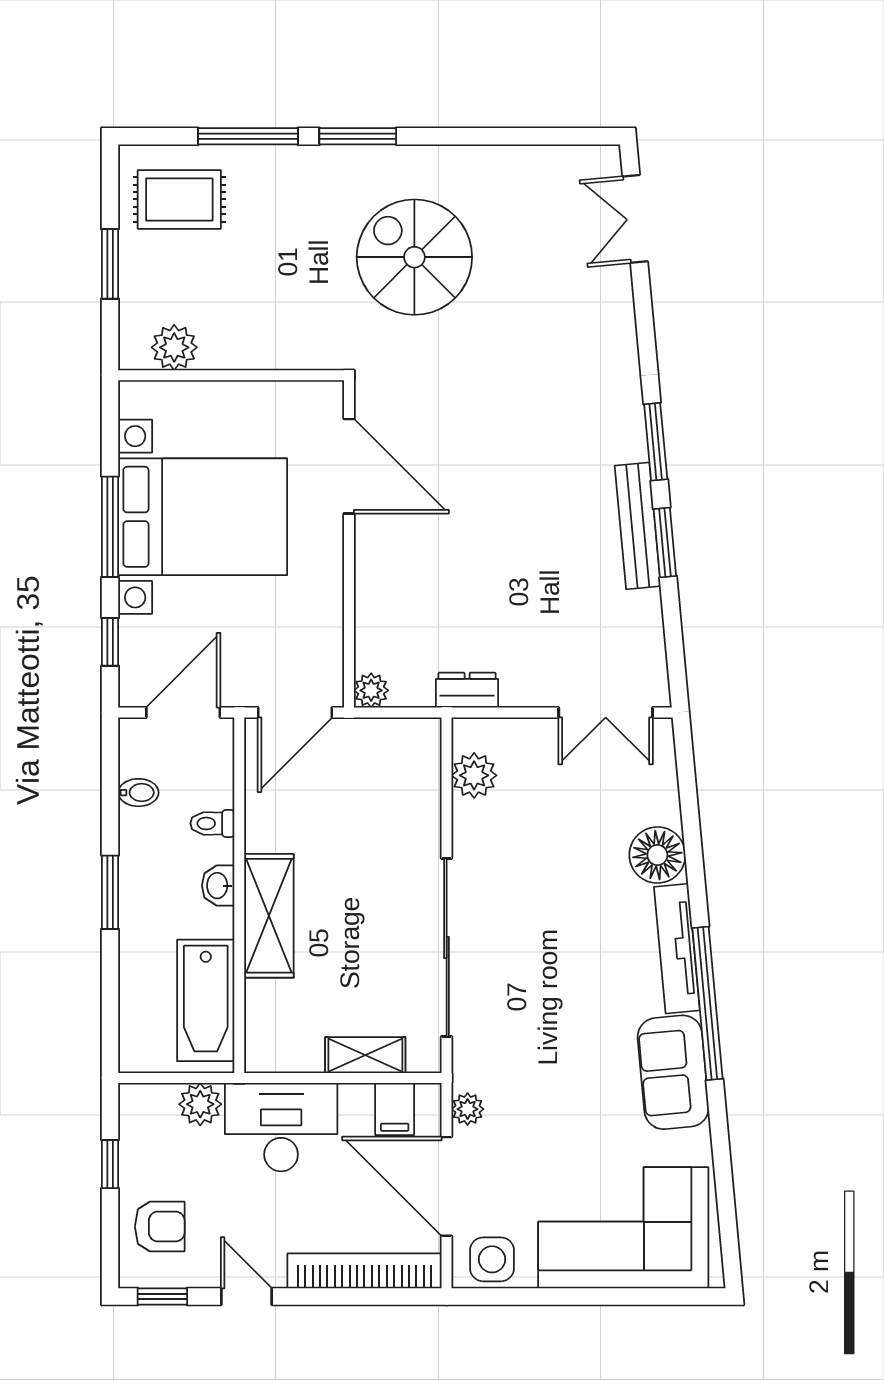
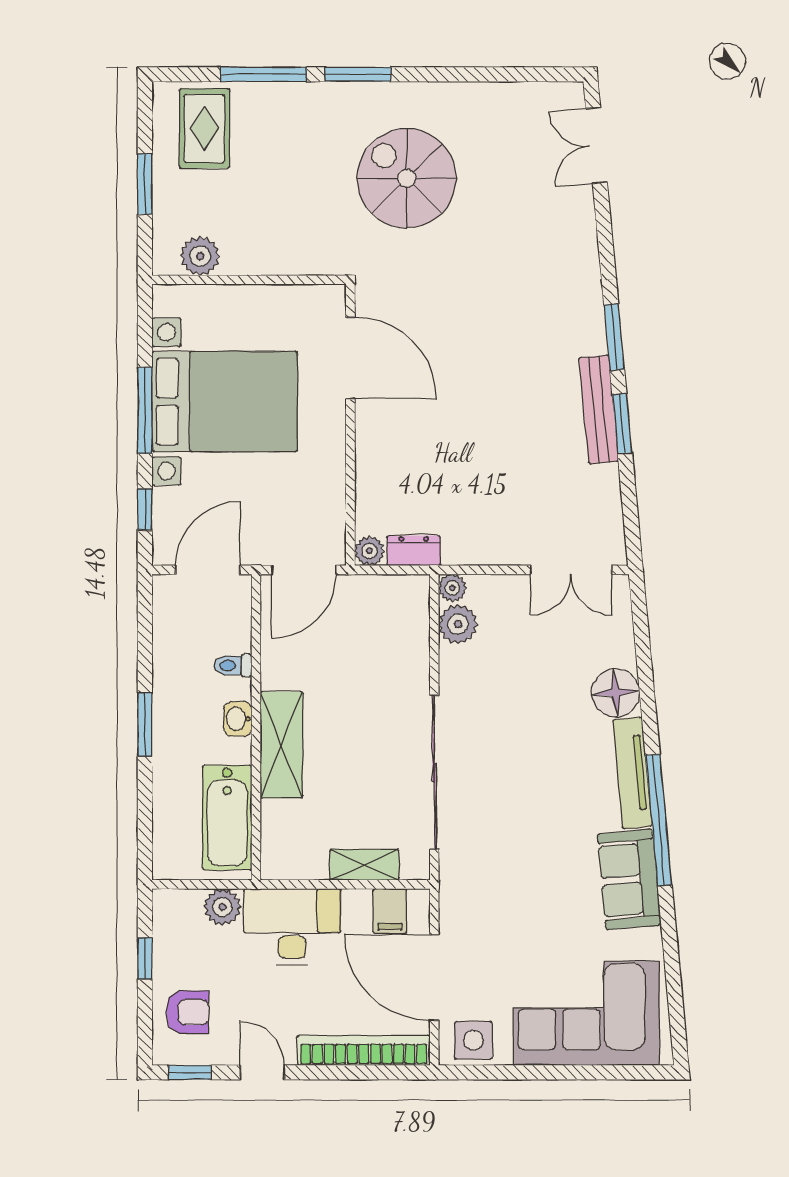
rug: (179, 199) -> (204, 129), turned 90
dresser: (467, 690) -> (414, 551), moved
bidet: (138, 793) -> (169, 639), removed
plant: (468, 1109) -> (452, 588), moved

